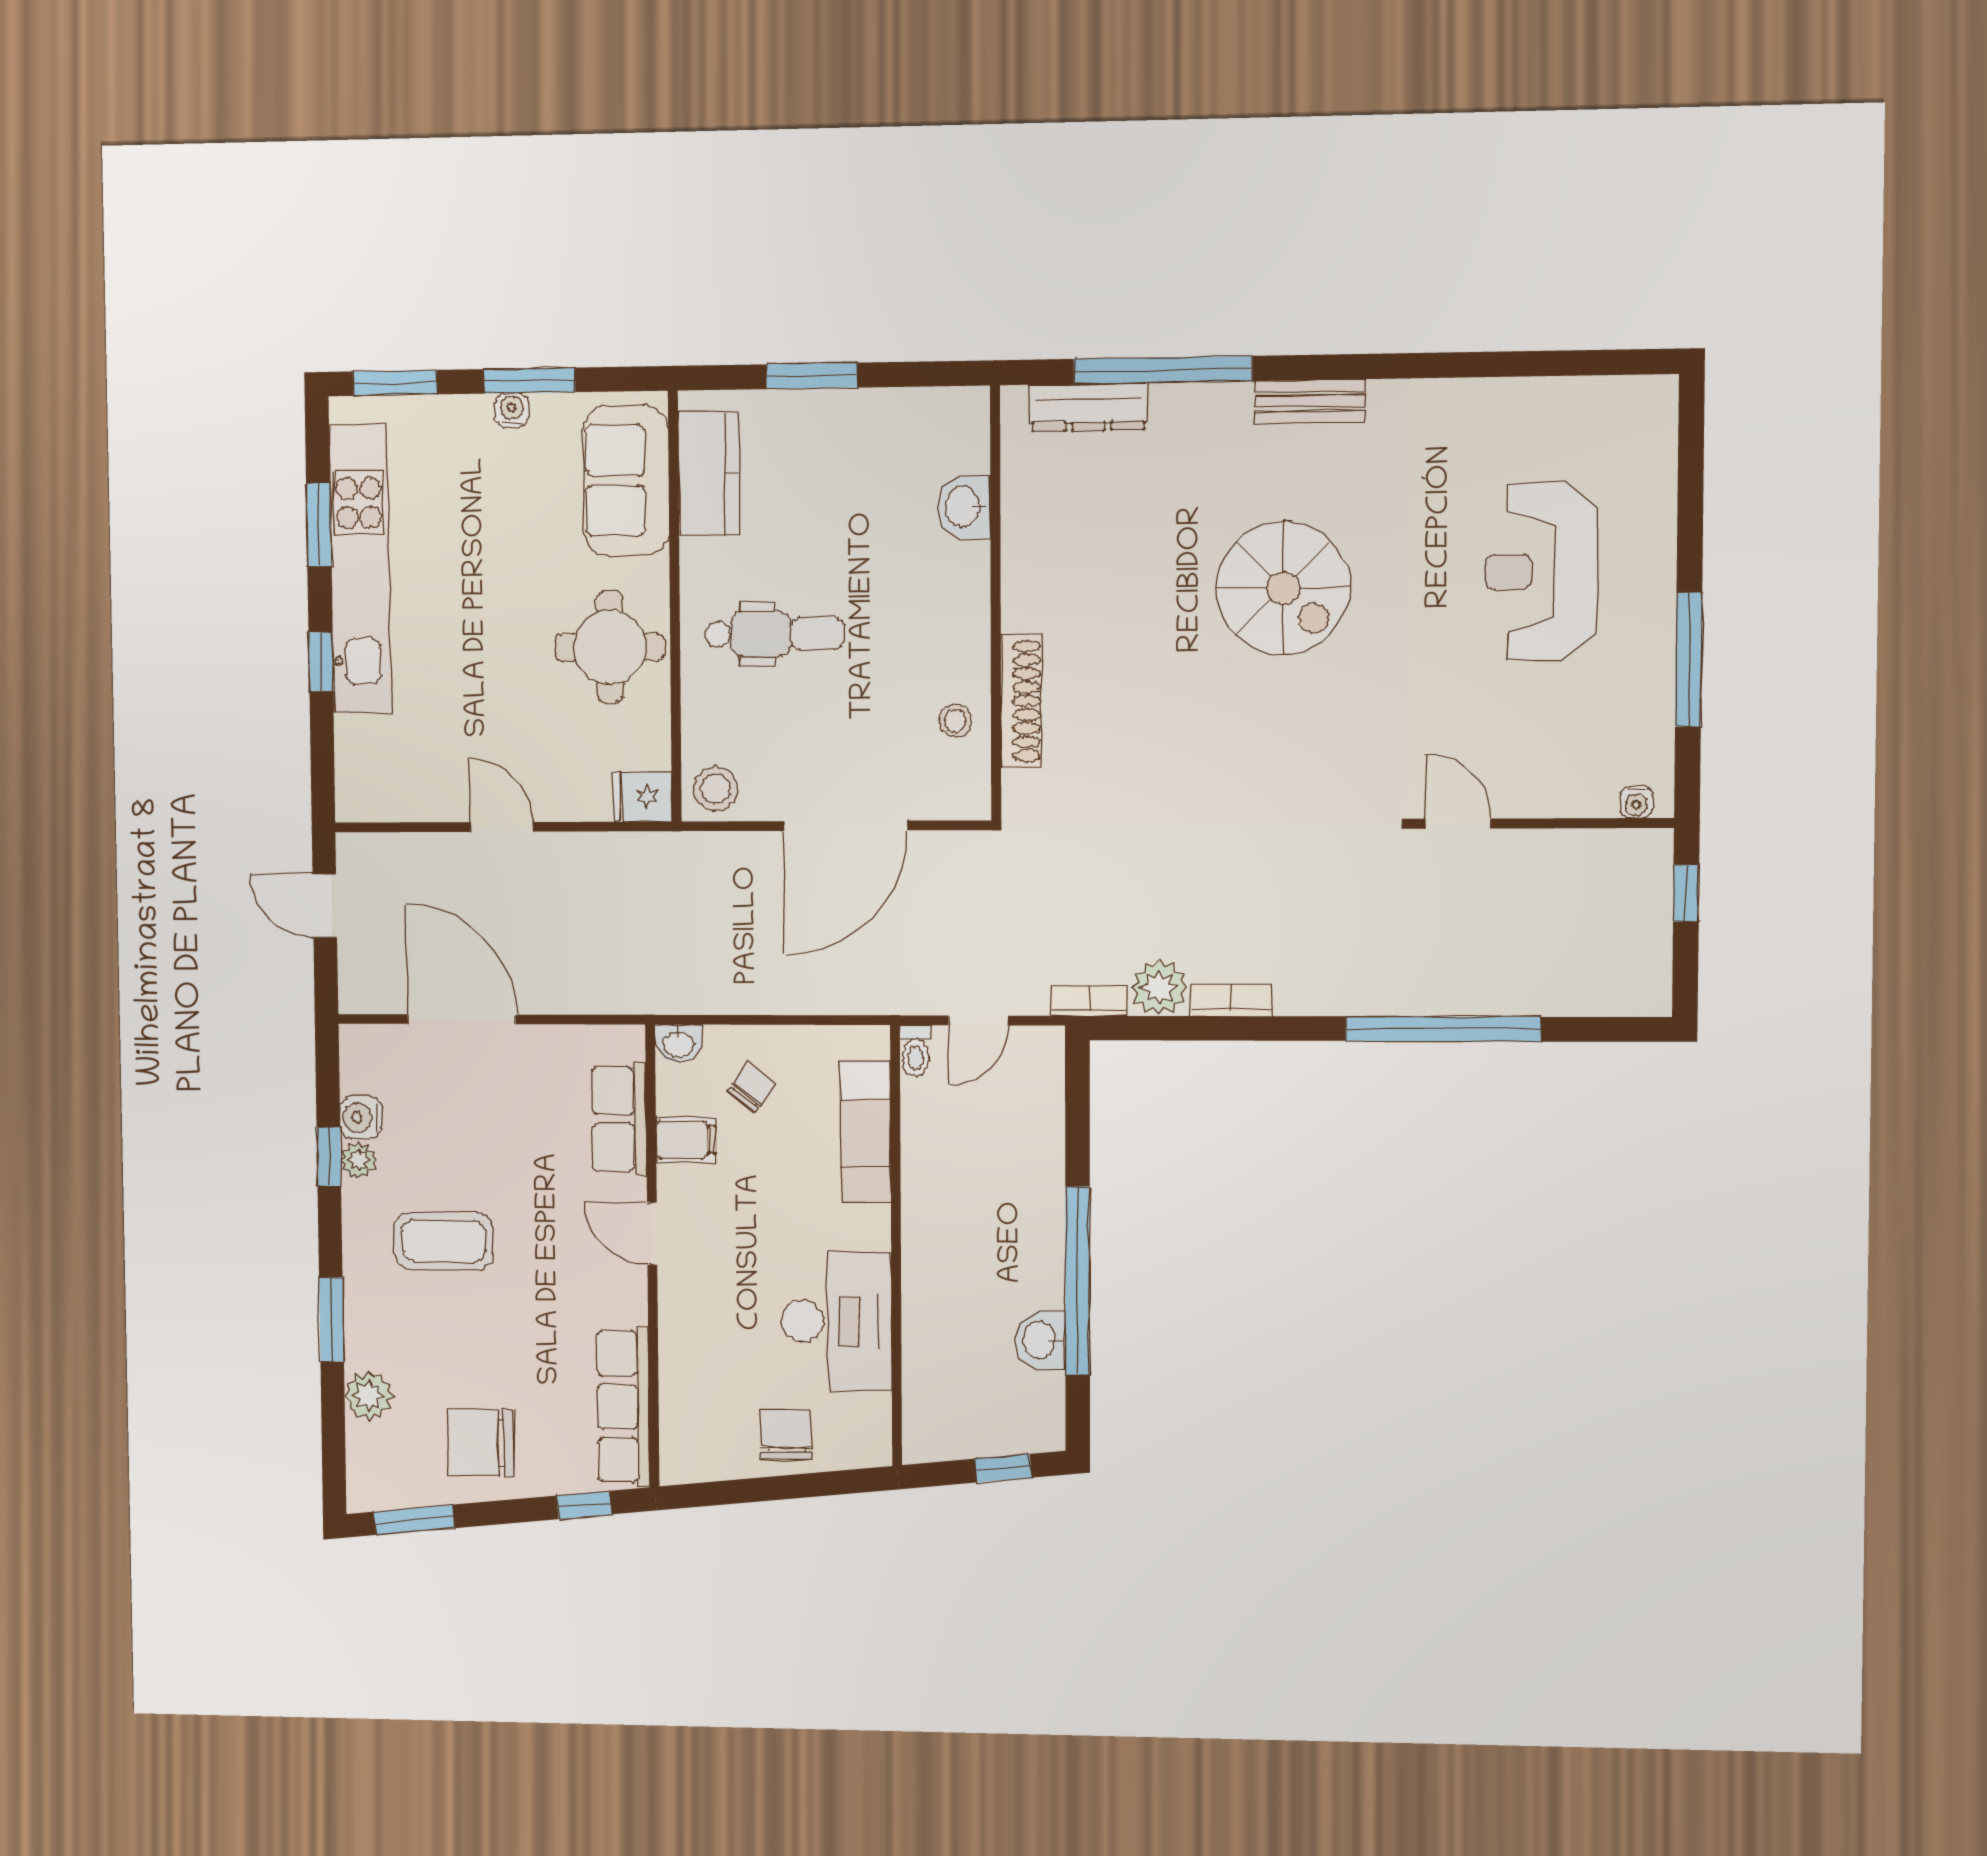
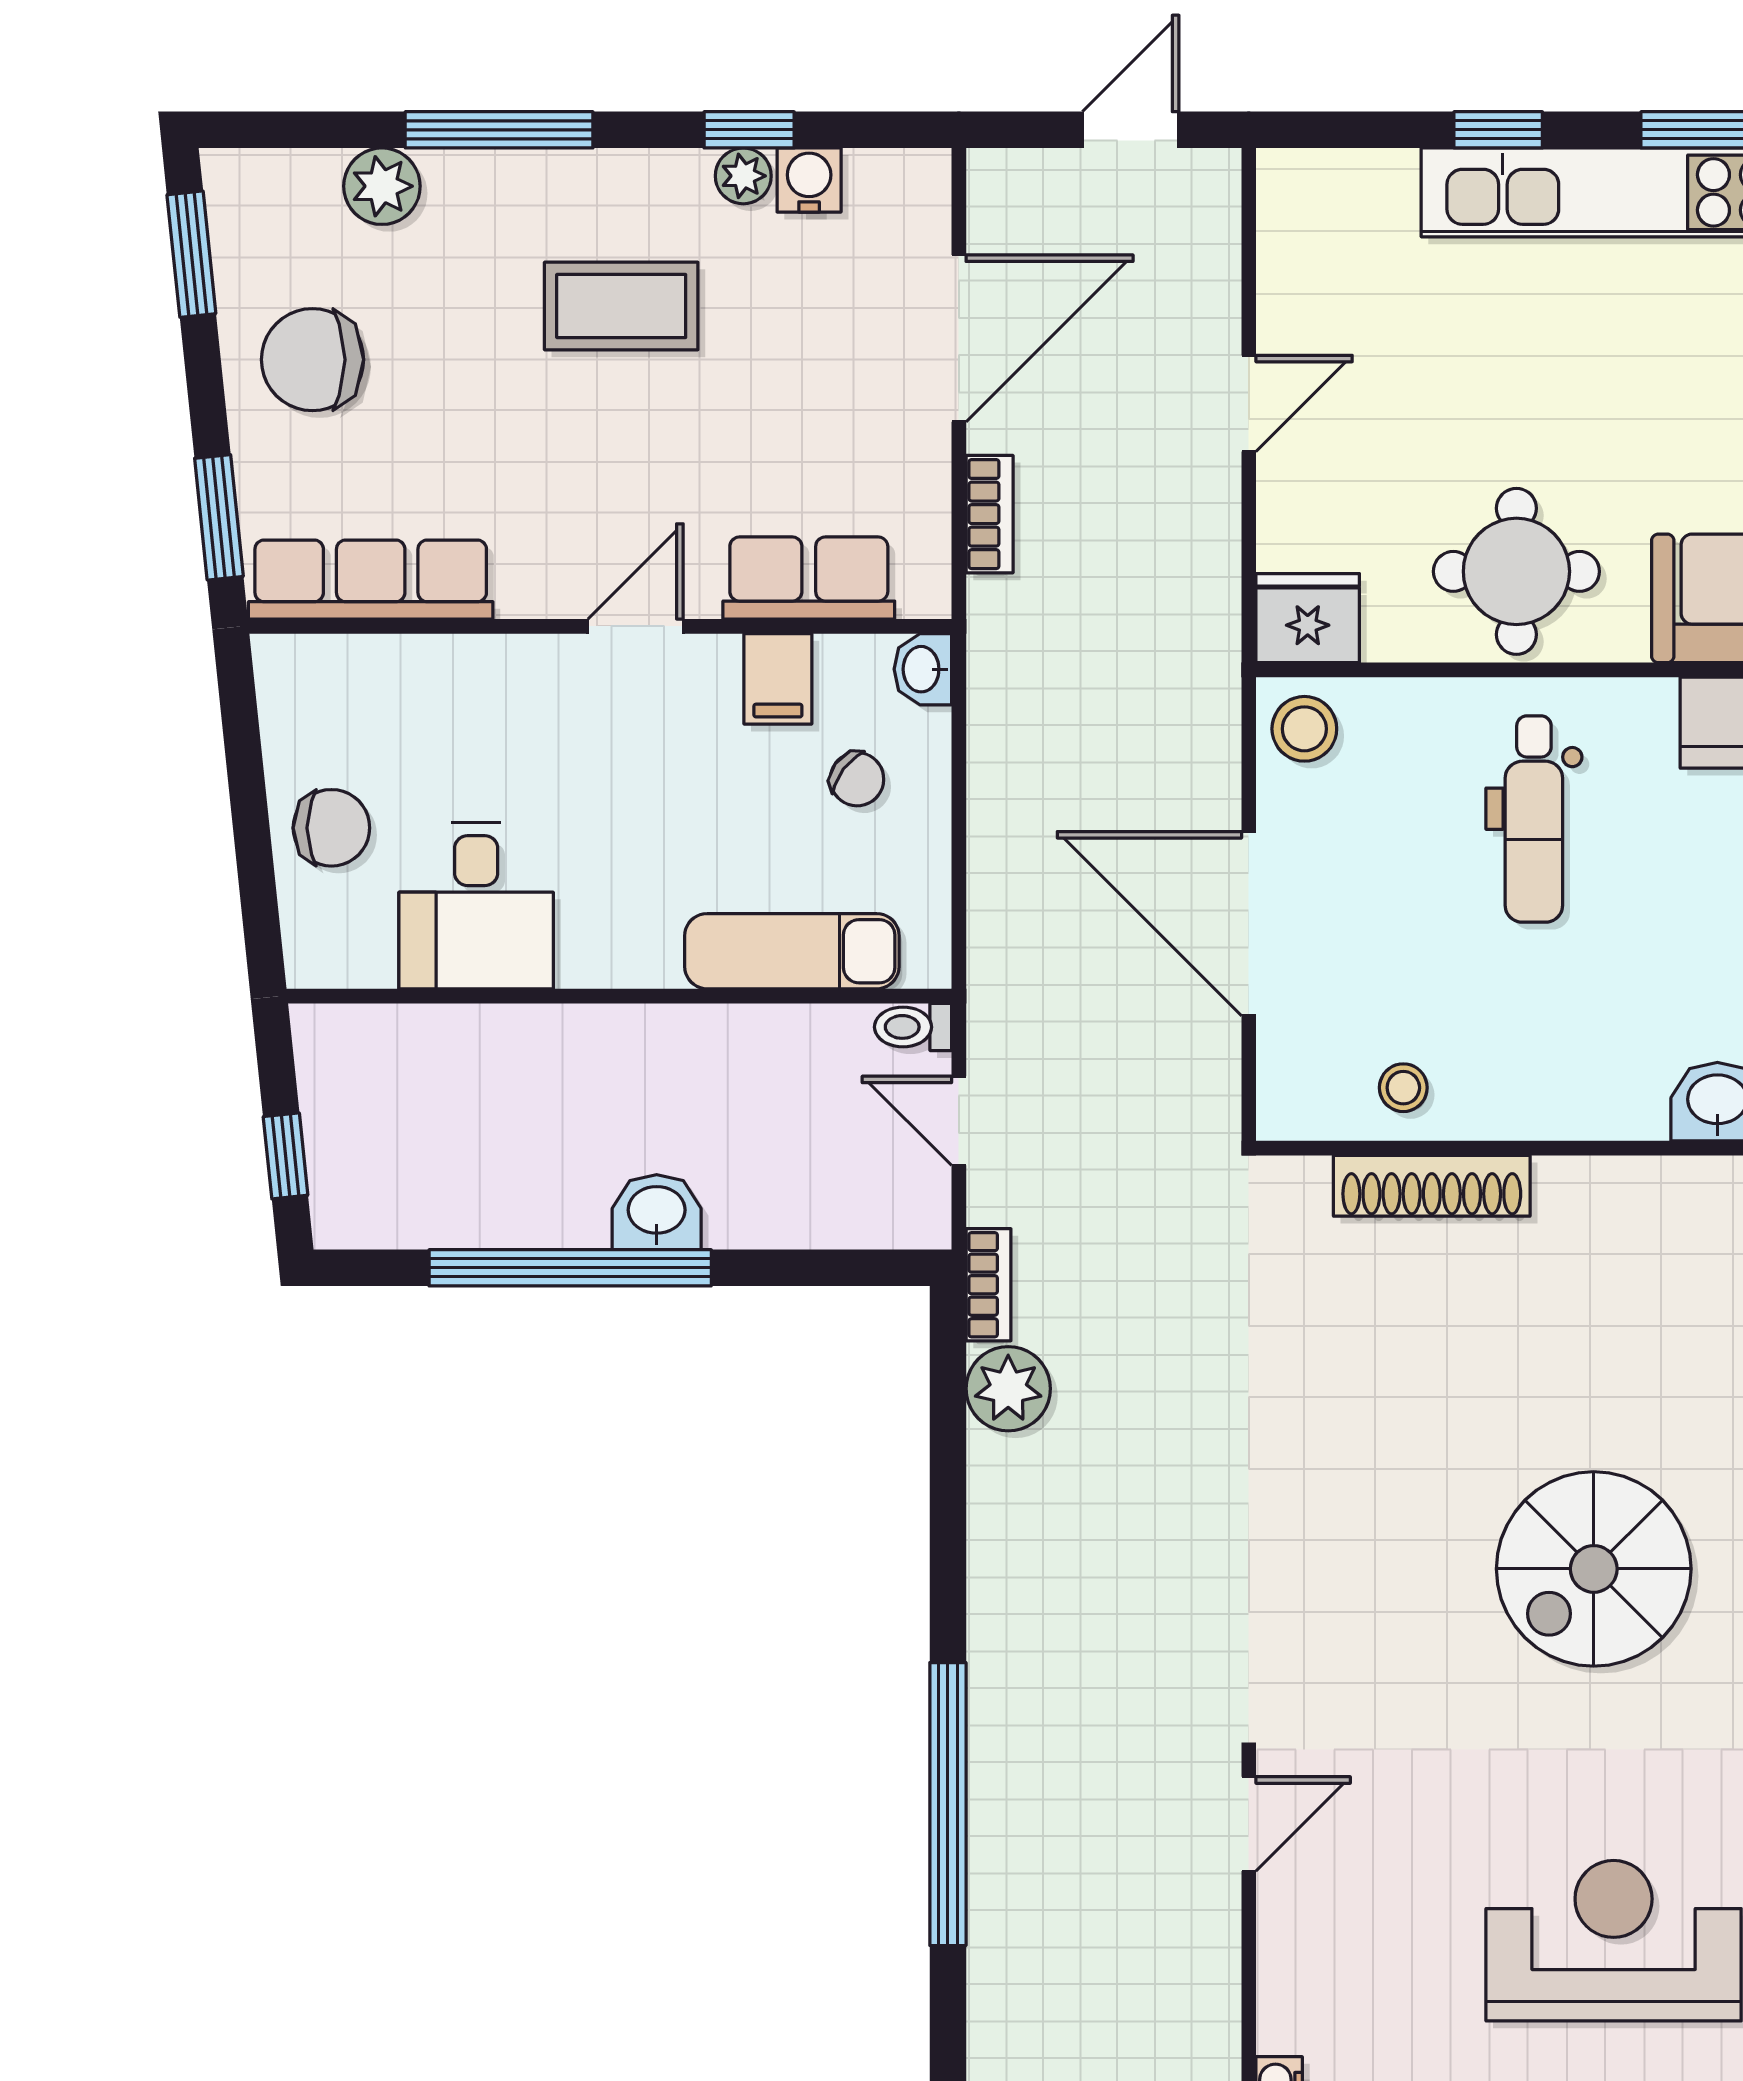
fridge: (642, 797) -> (1308, 618), width x1.38
bookcase: (1232, 1000) -> (990, 514), moved
coffee table: (444, 1241) -> (621, 306), turned 90
window: (331, 1319) -> (499, 130), width x1.44
desk: (836, 1321) -> (476, 906), width x0.73
washbasin: (1040, 1340) -> (657, 1212), moved
chair: (481, 1443) -> (312, 360), turned -90
window: (584, 1505) -> (219, 517), width x1.50

